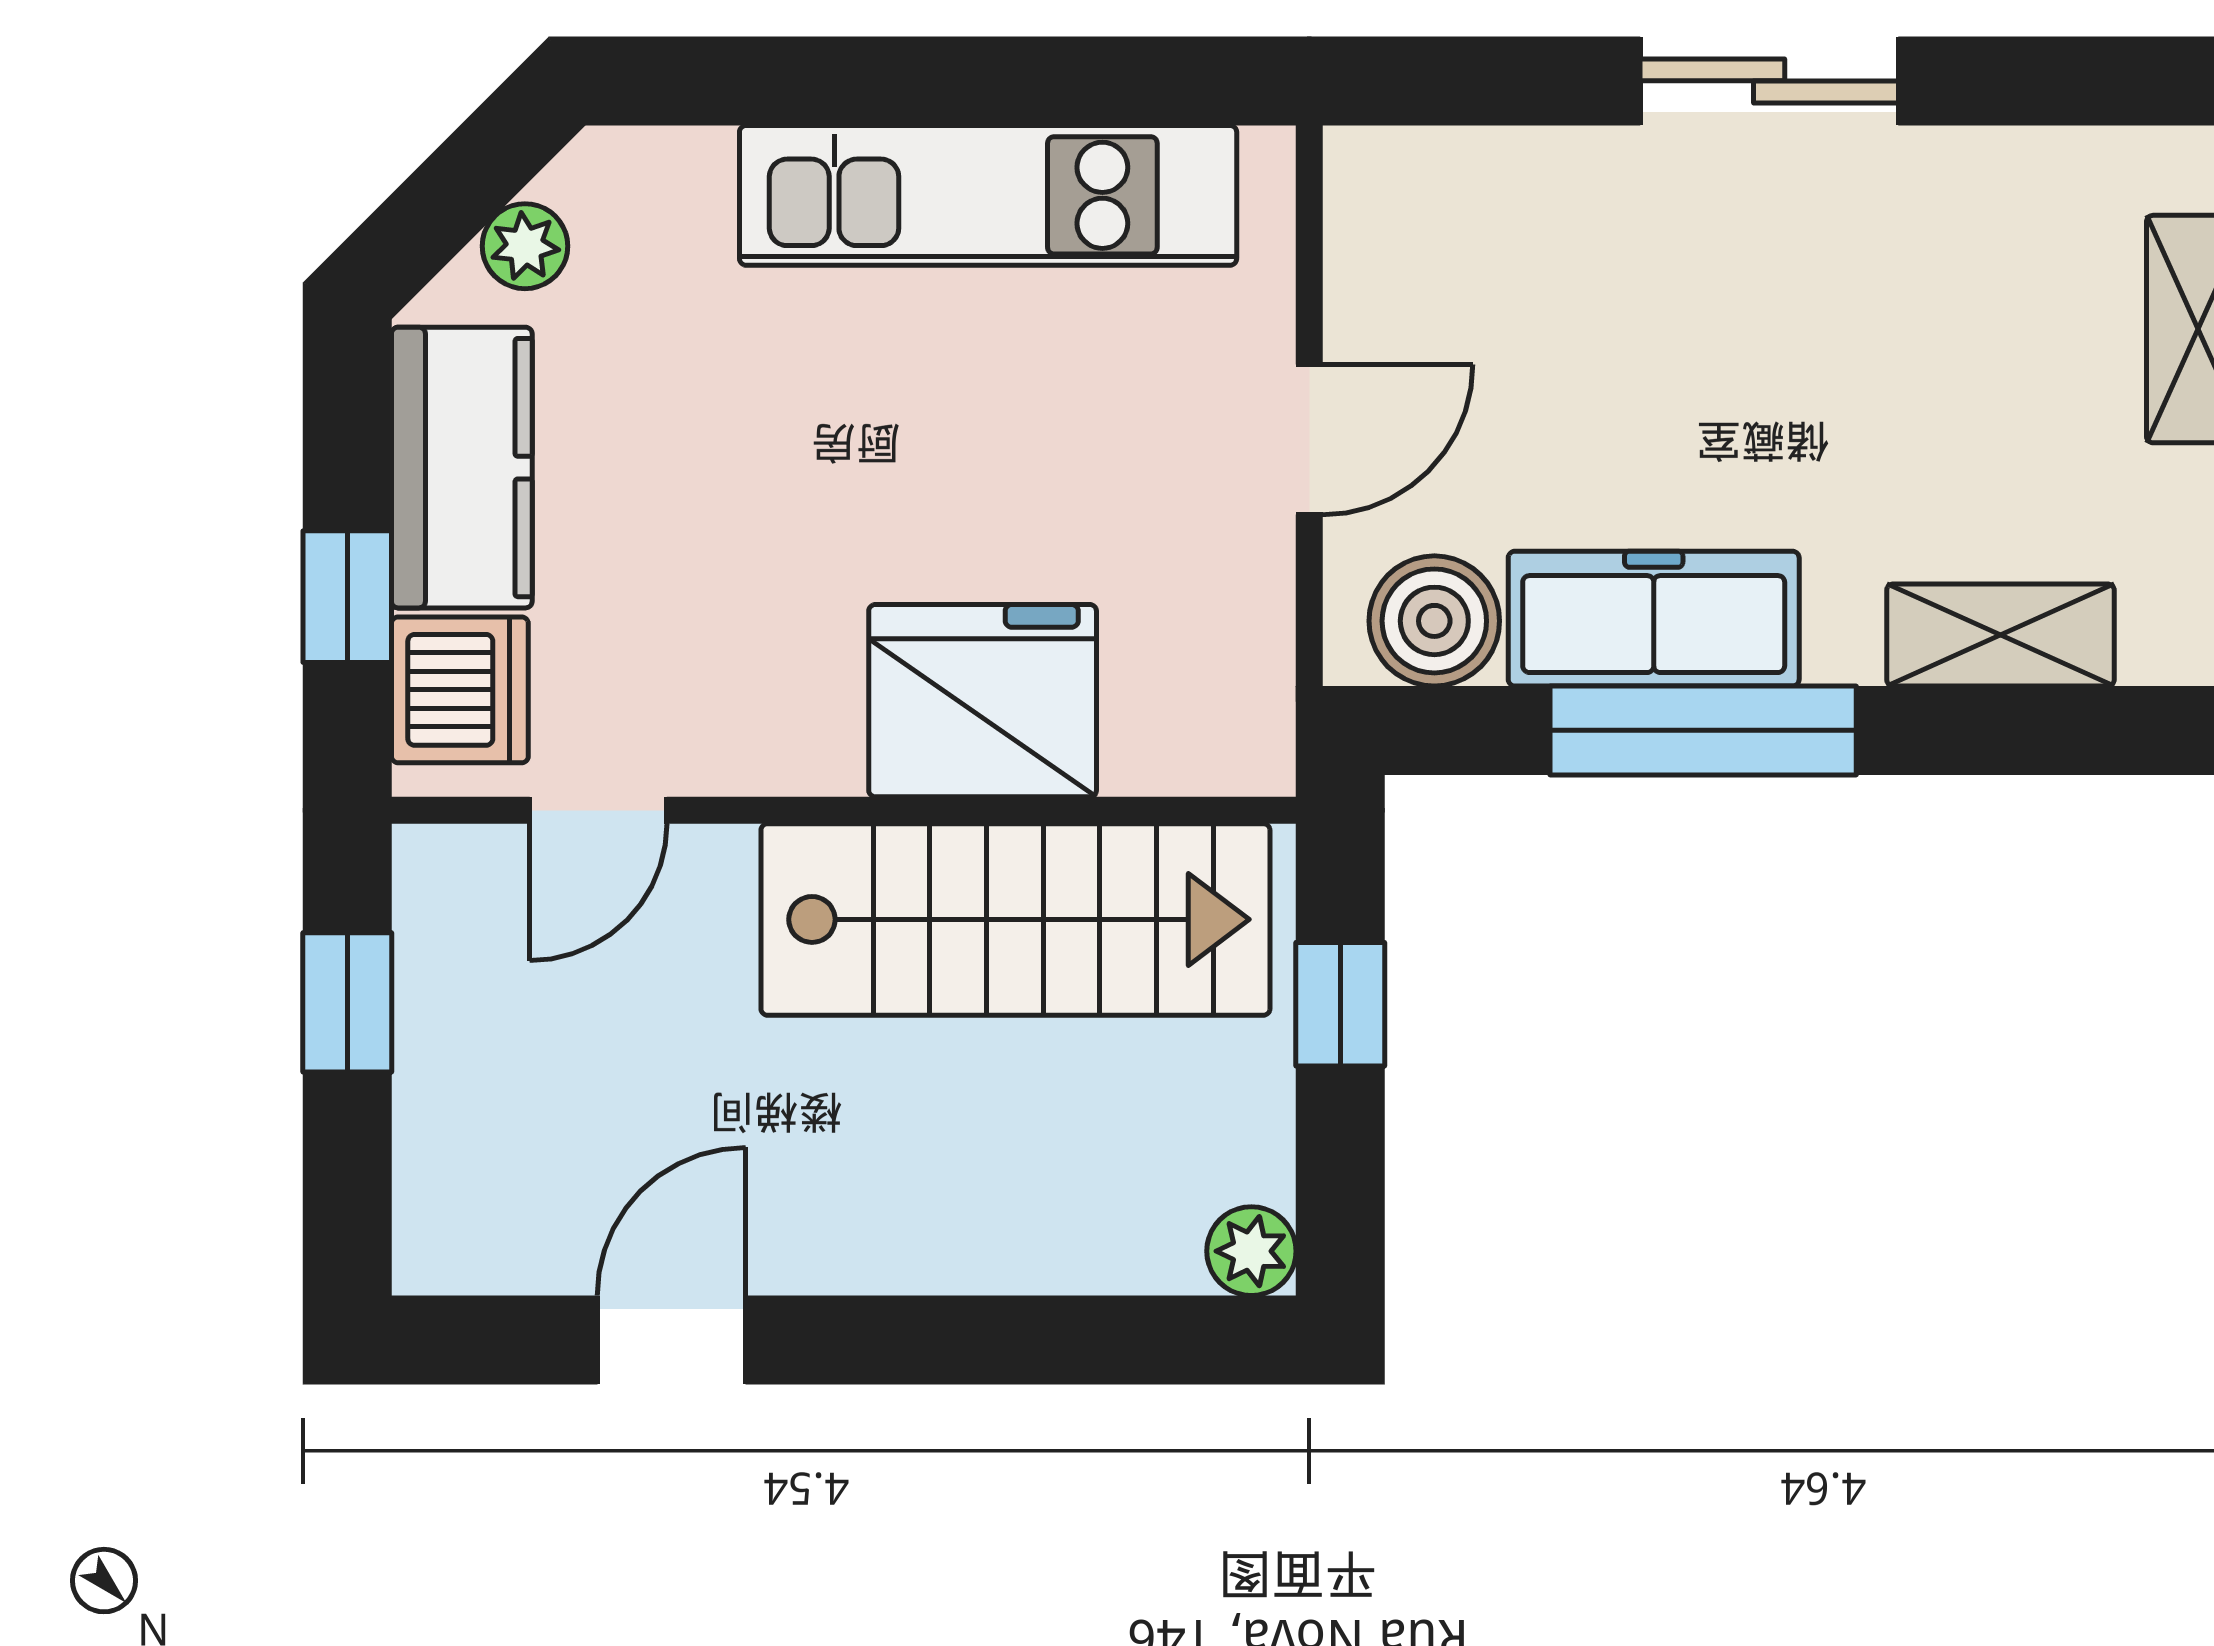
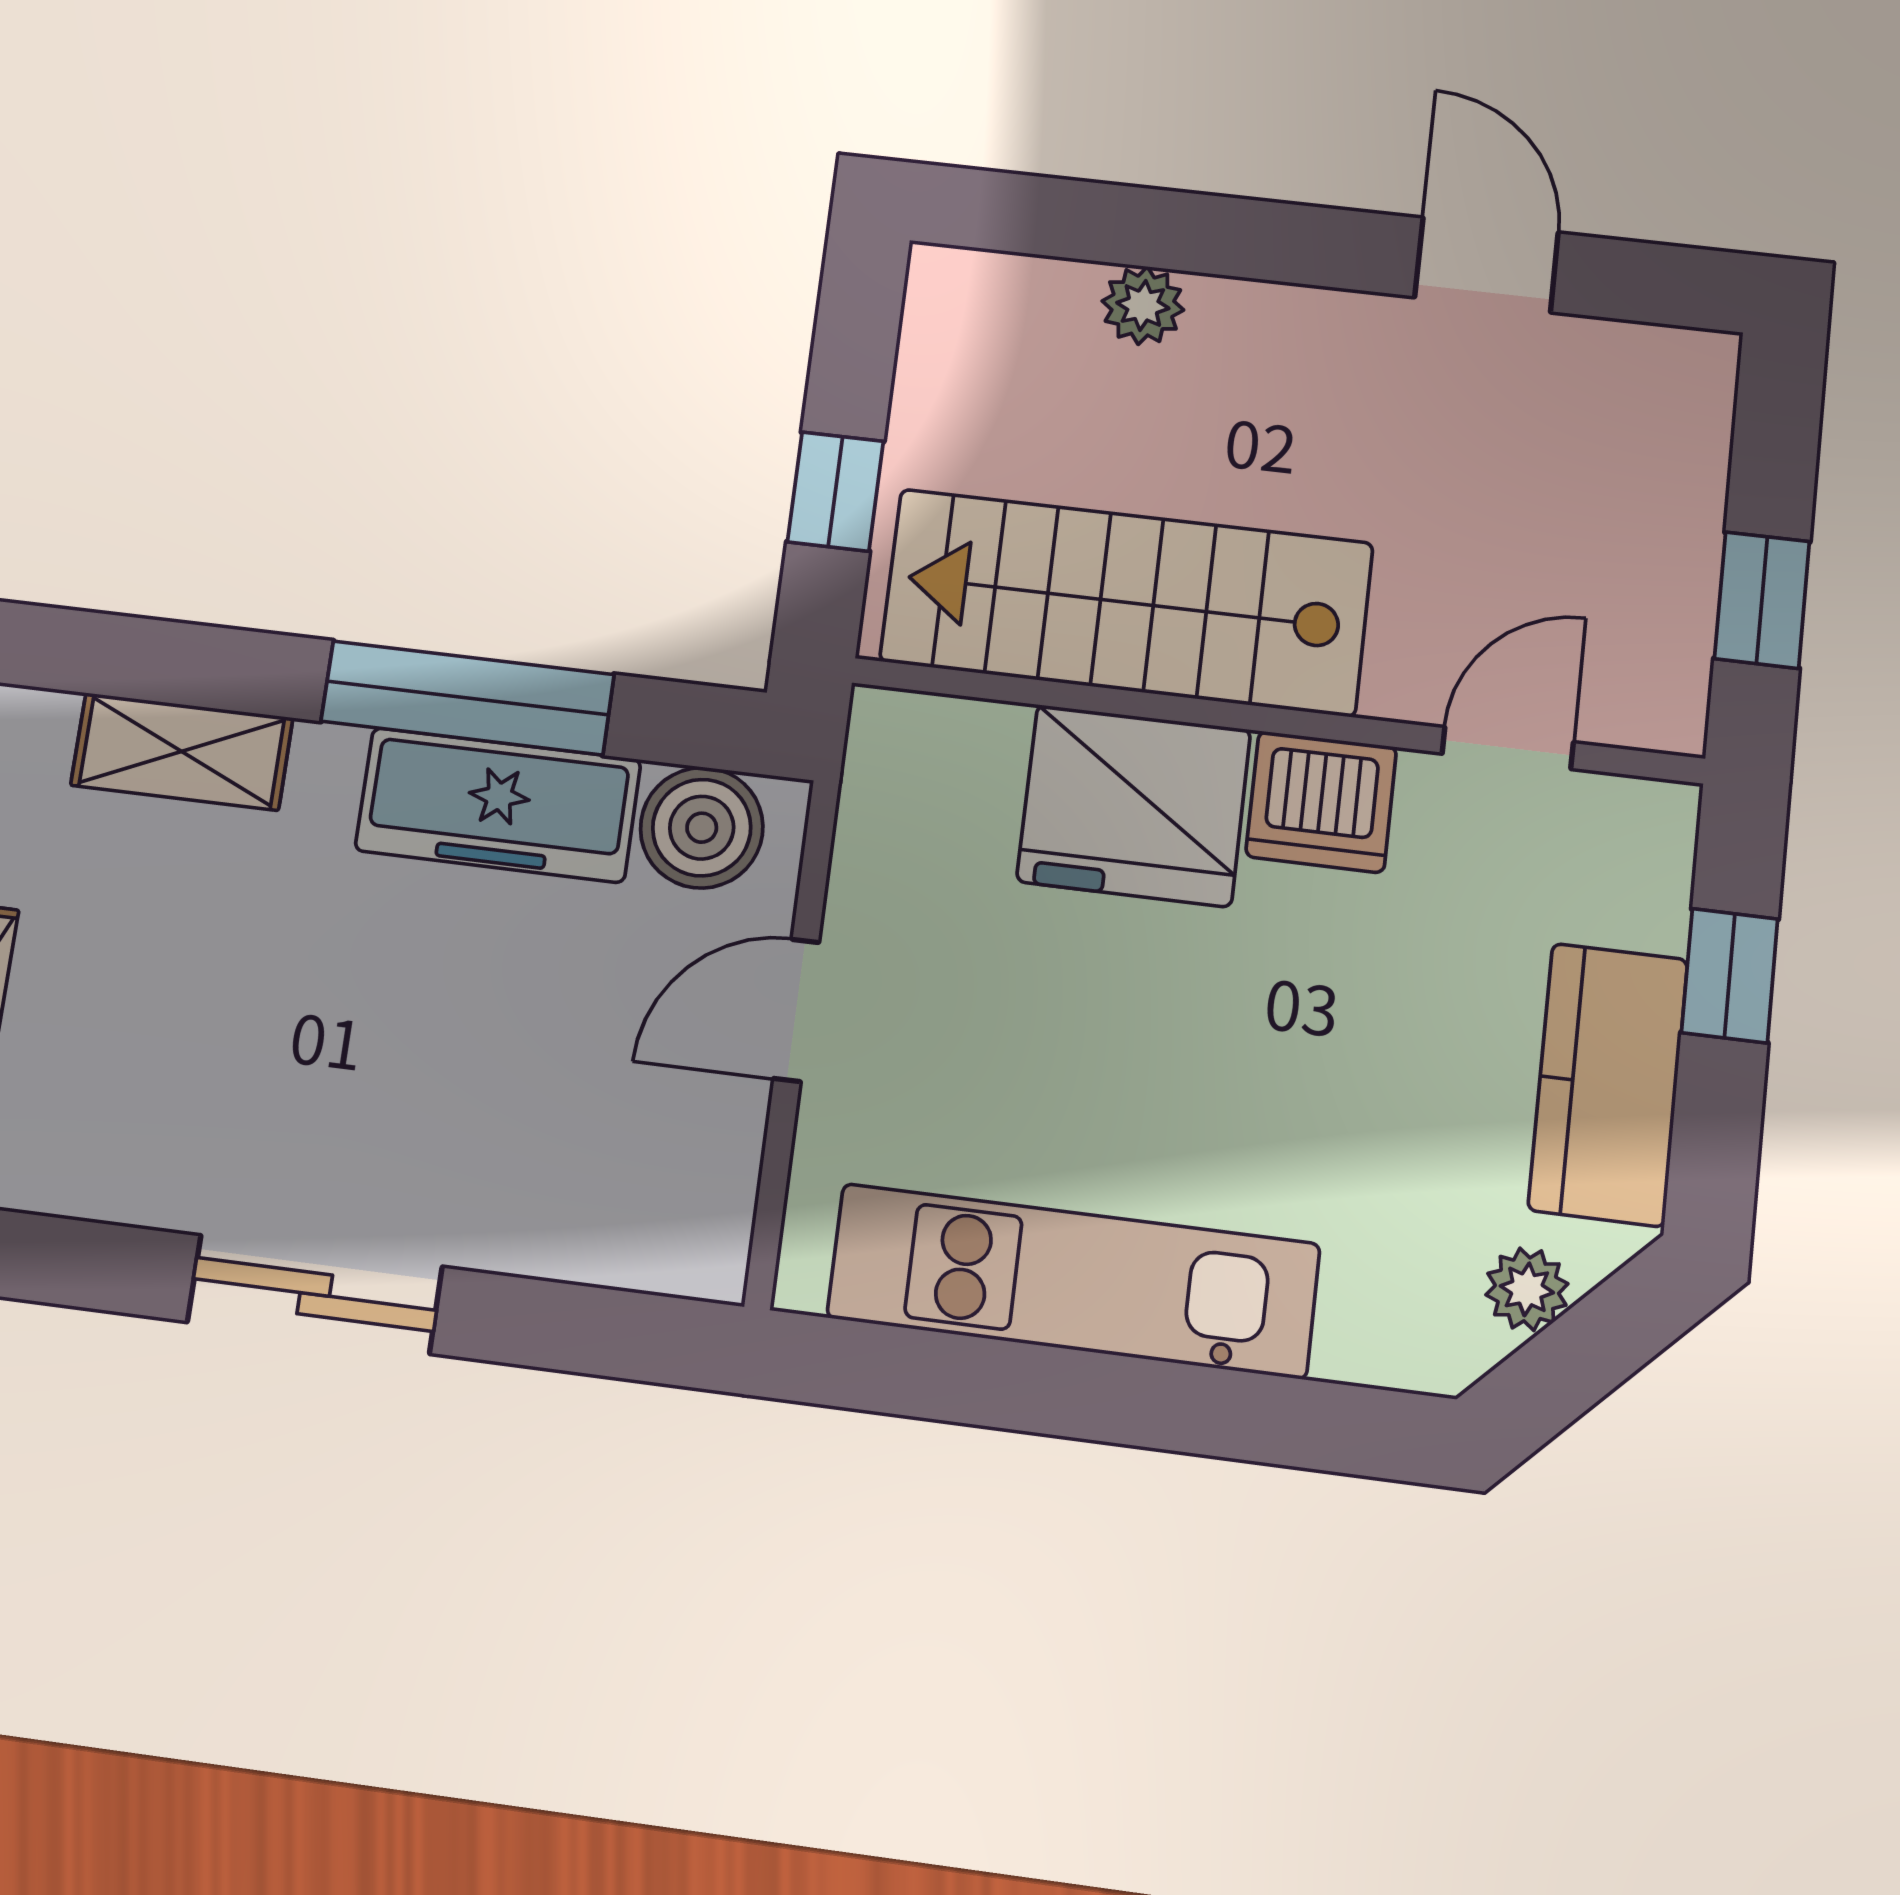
dishwasher: (460, 690) -> (1321, 802), moved, turned -90
plant: (1251, 1251) -> (1143, 305), moved
door: (671, 1340) -> (1487, 265), swing flipped

